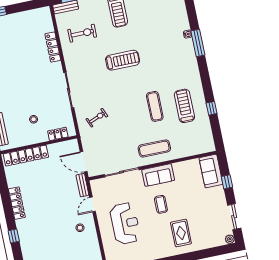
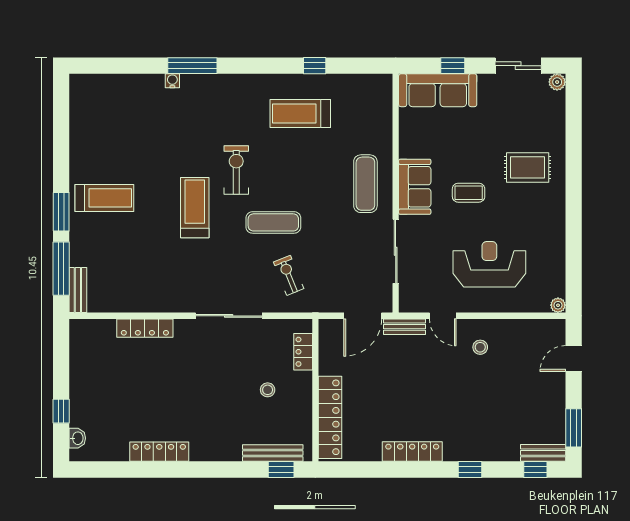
exercise bike: (82, 33) -> (236, 170), moved
exercise mat: (155, 106) -> (273, 222), moved
sofa: (211, 171) -> (438, 90), width x1.36

